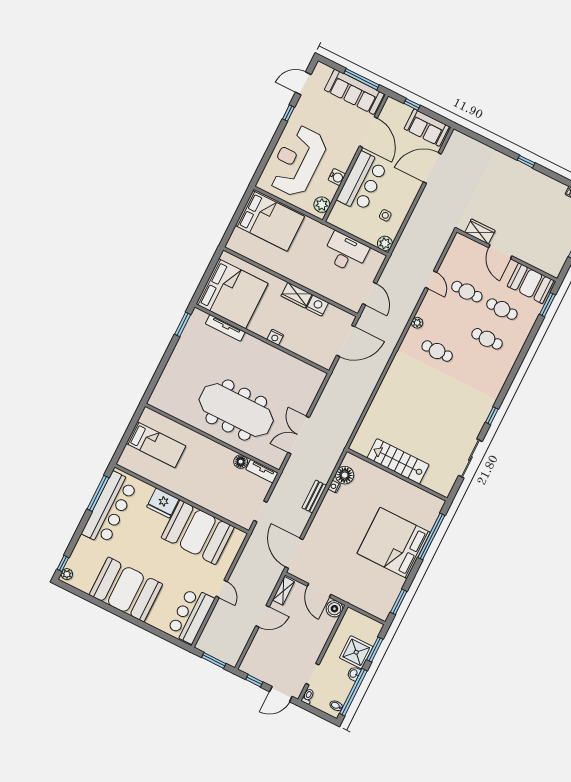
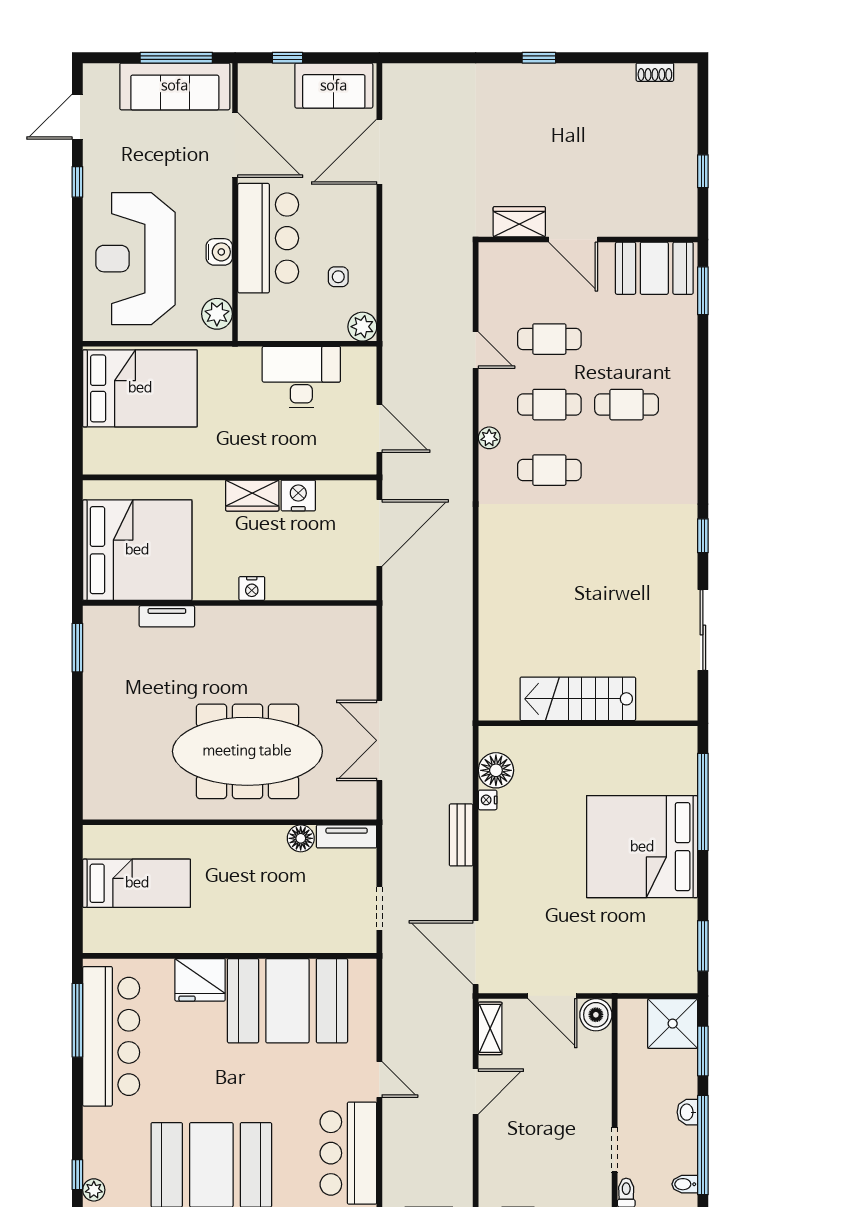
cafe table: (502, 309) -> (549, 405), moved
tv unit: (225, 328) -> (167, 616), width x0.71
shower: (356, 652) -> (673, 1024), moved

